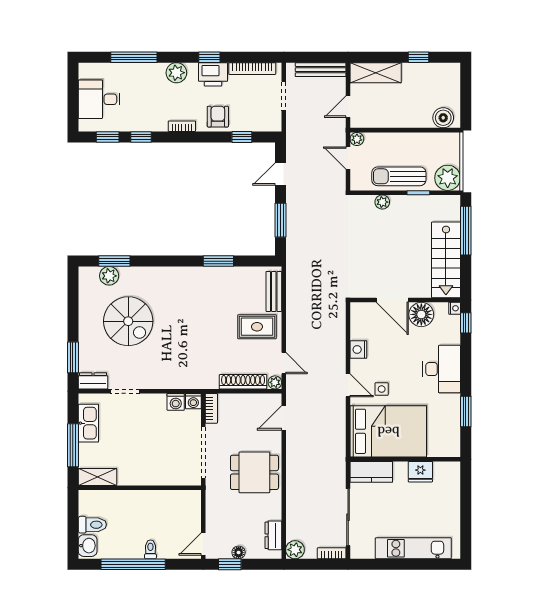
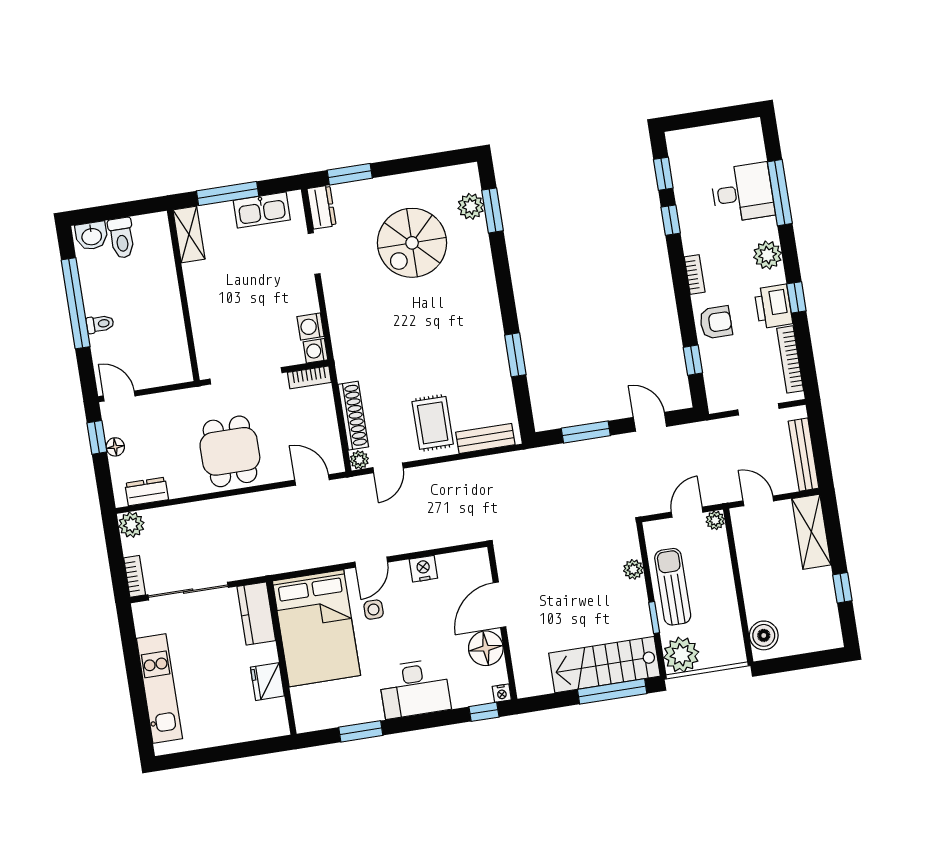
desk: (99, 99) -> (743, 193), moved, turned 90
stairs: (446, 260) -> (605, 665), moved

